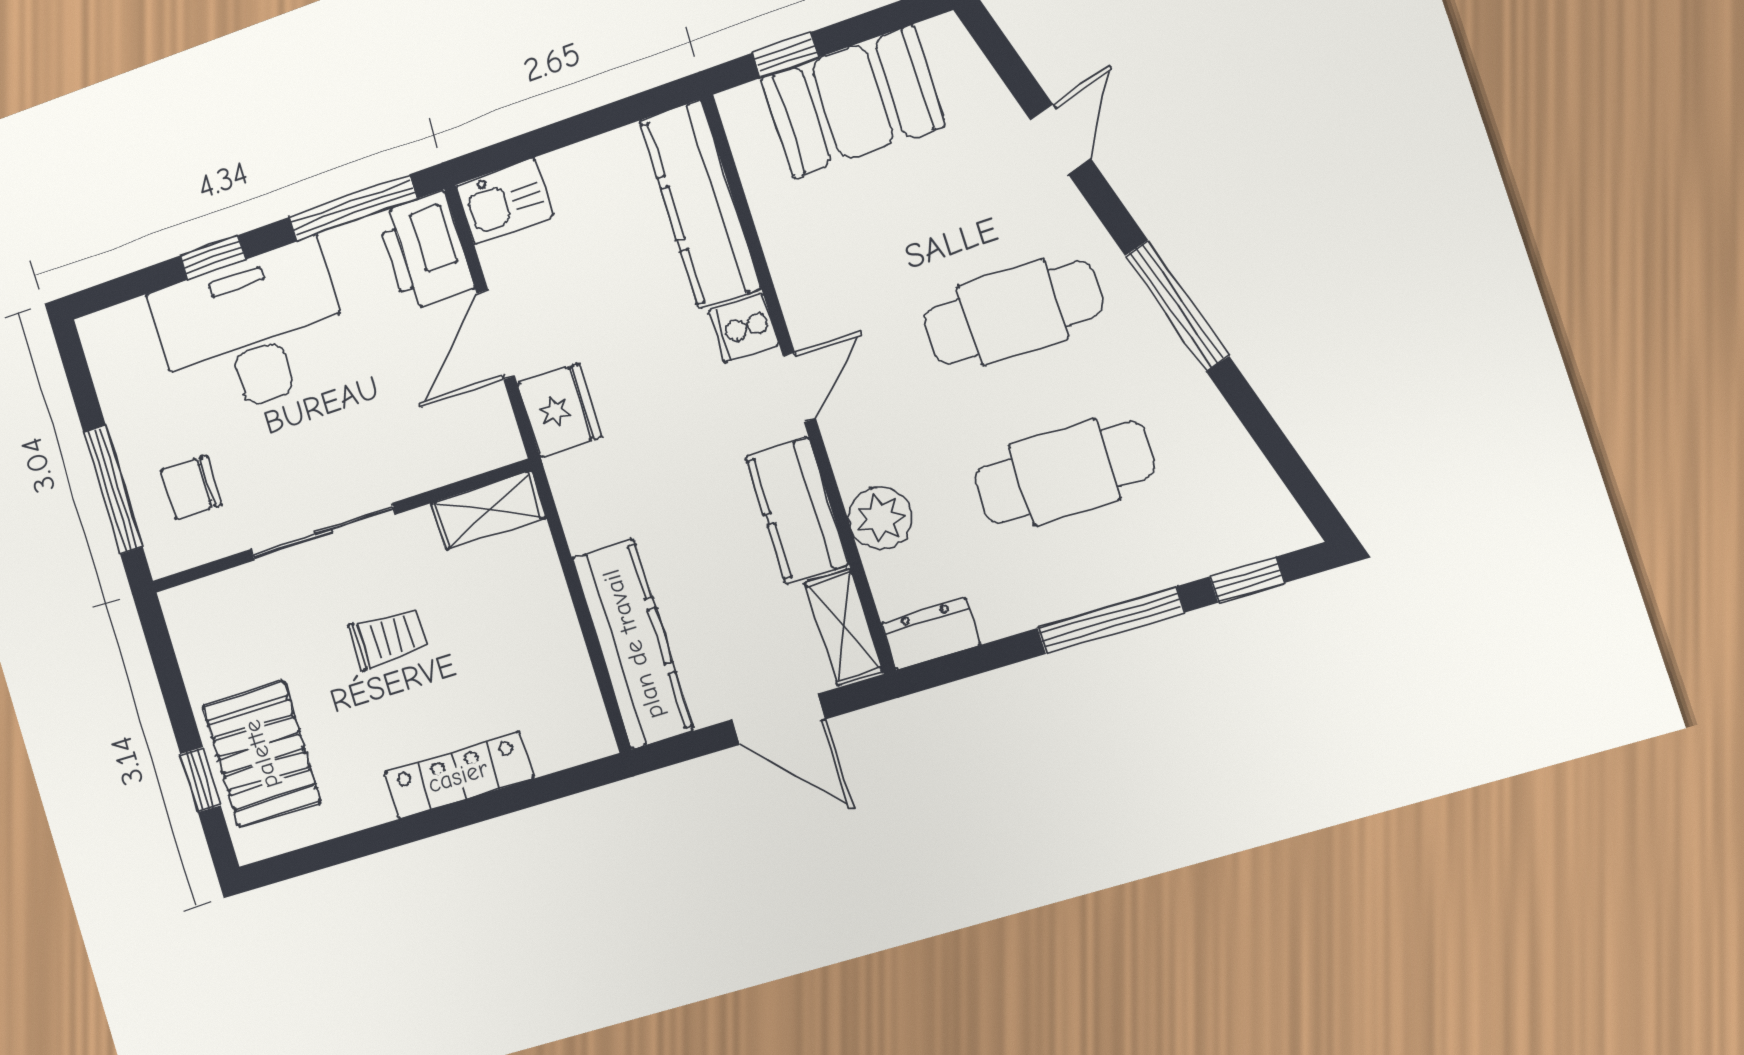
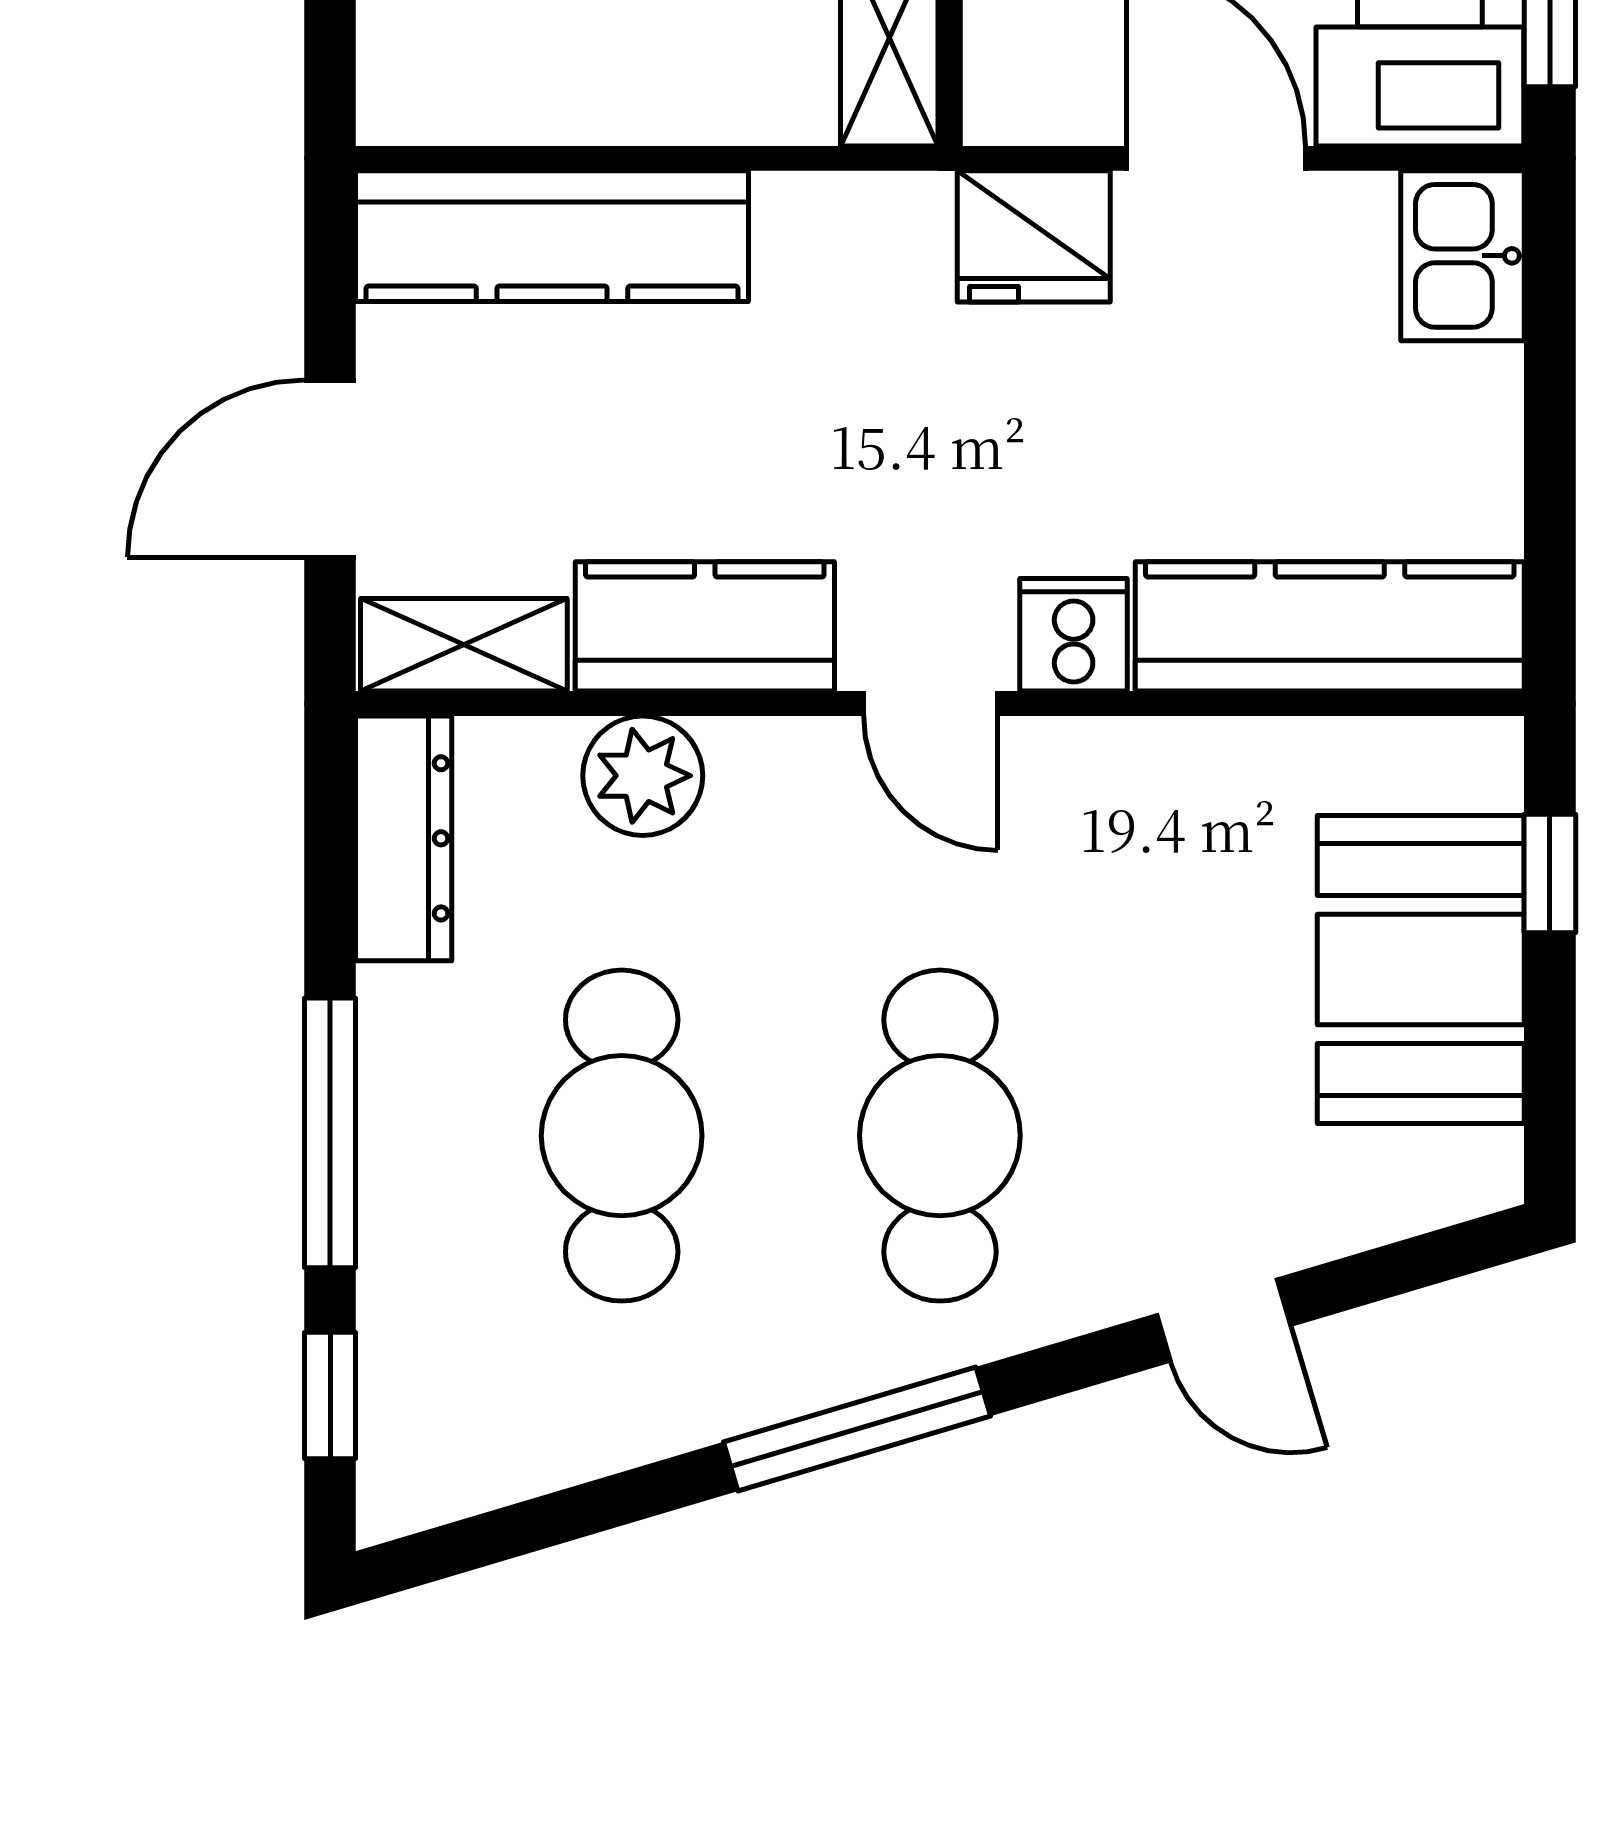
dresser: (931, 634) -> (404, 838), width x1.44

